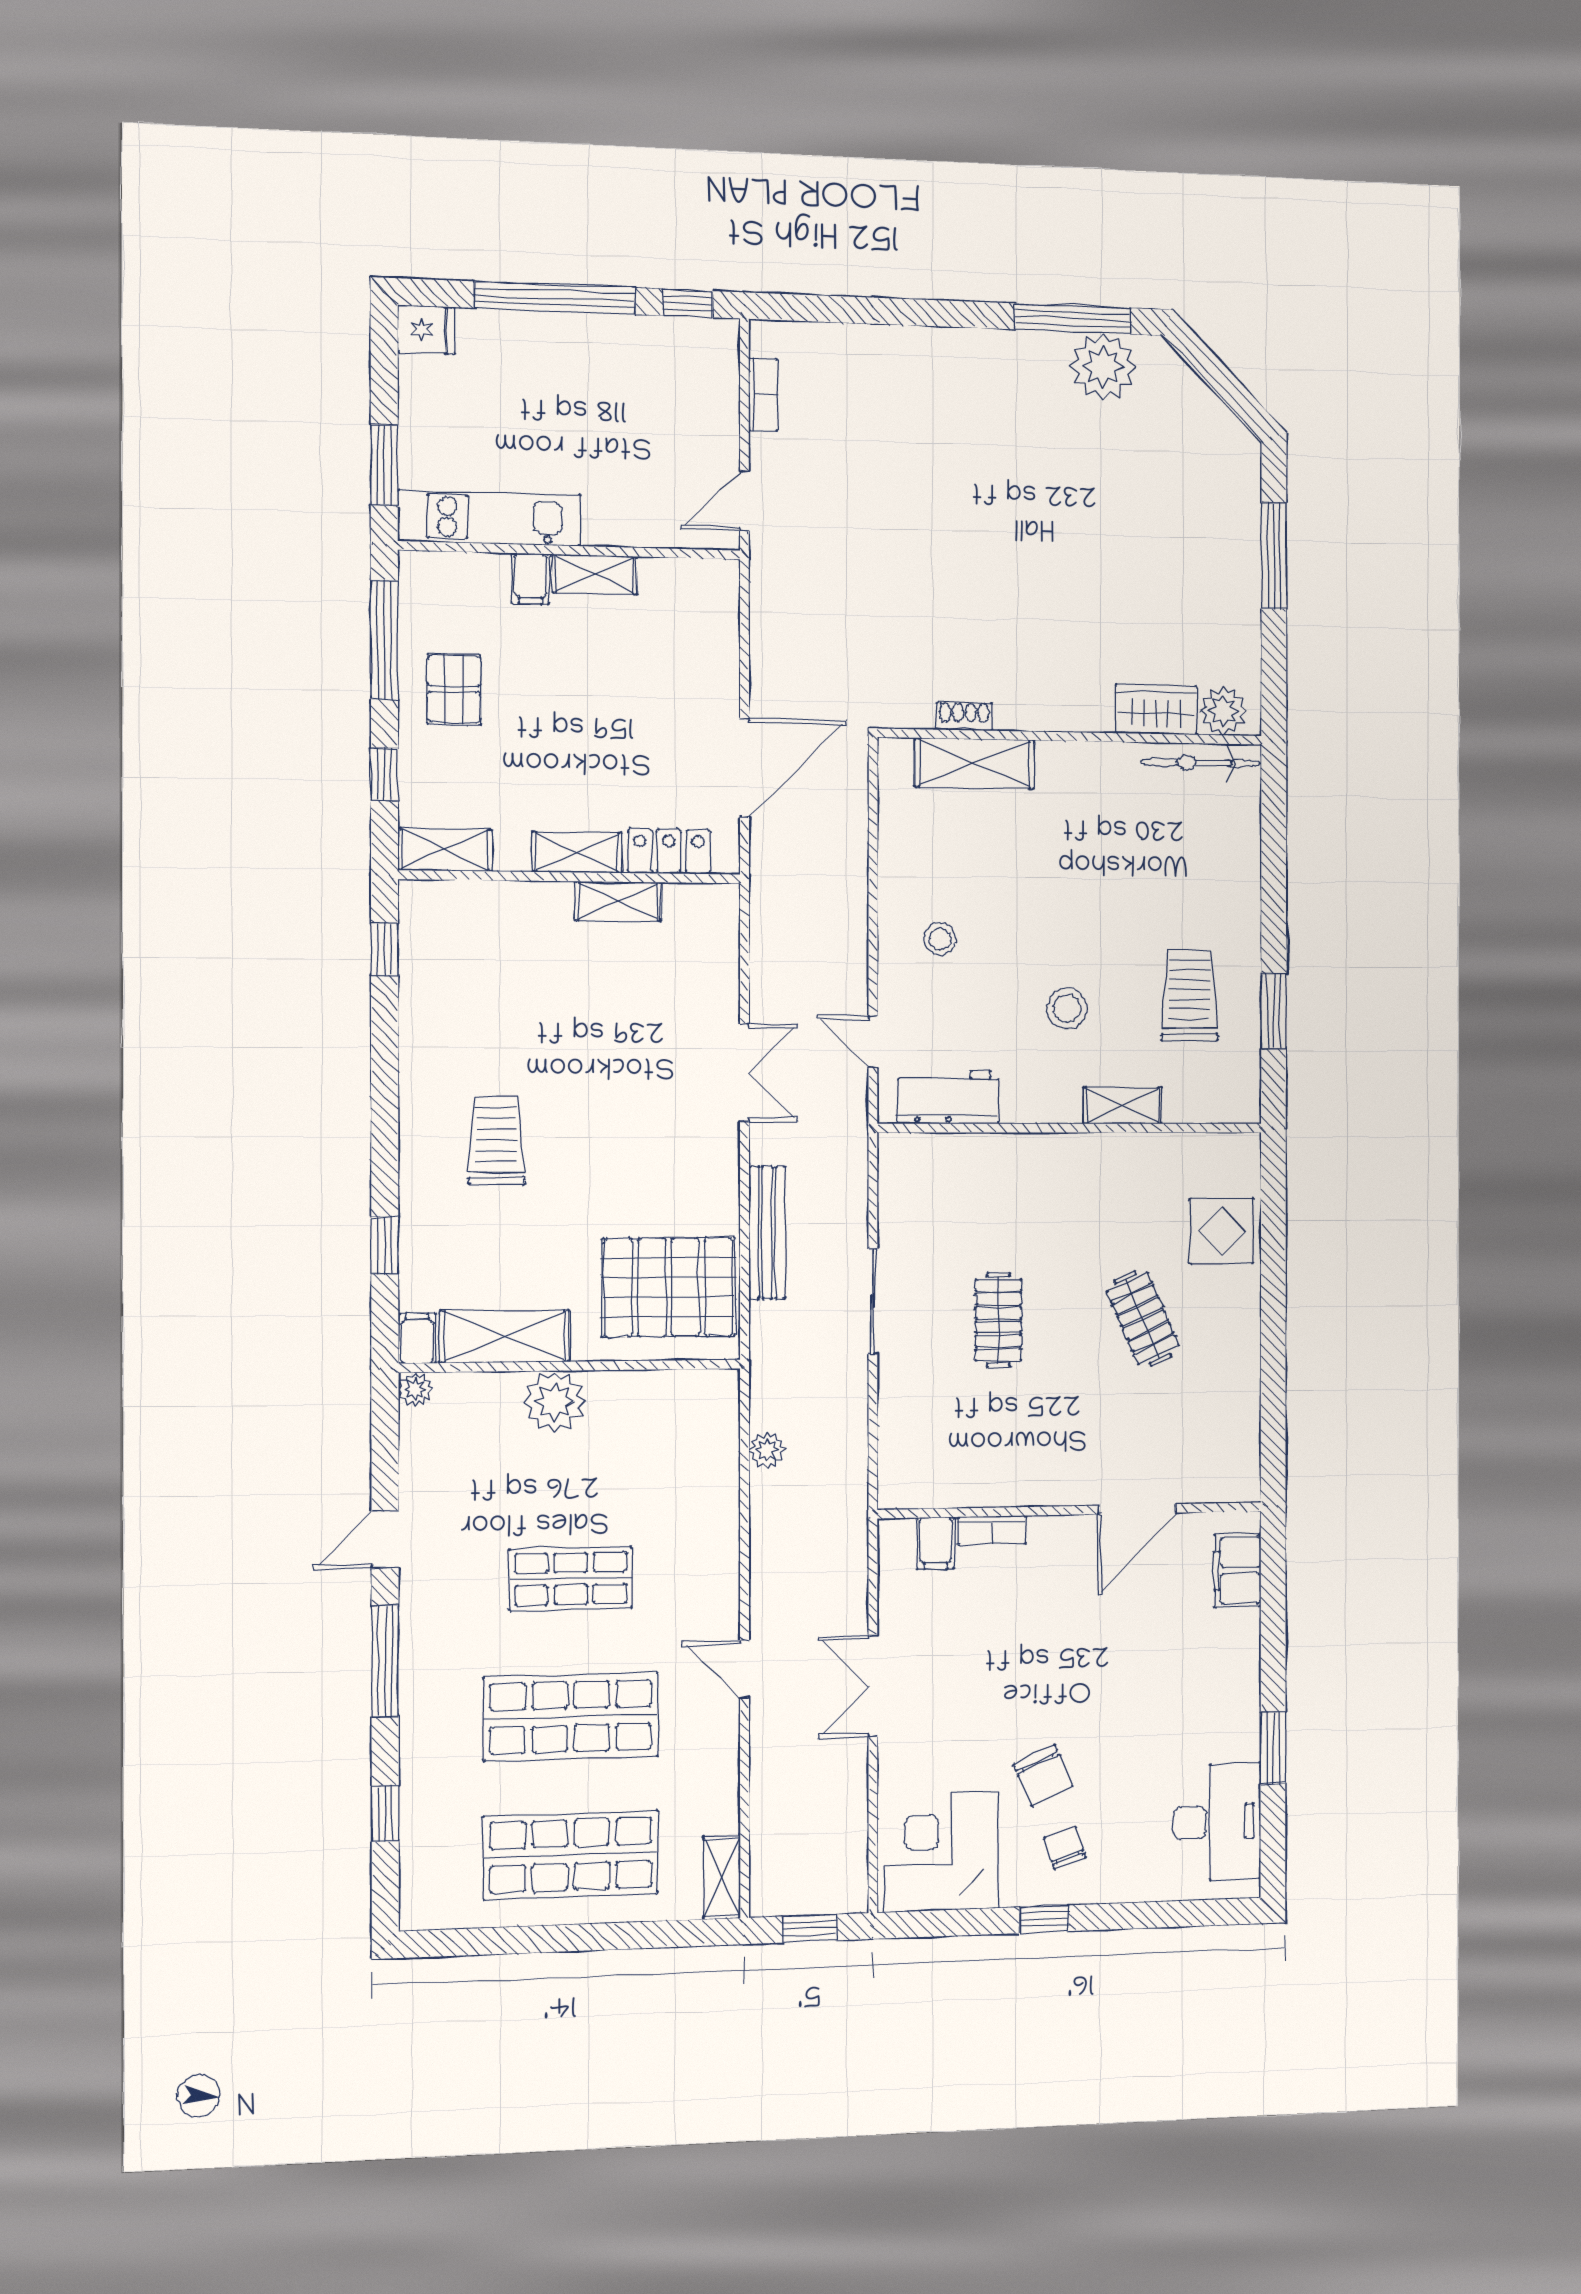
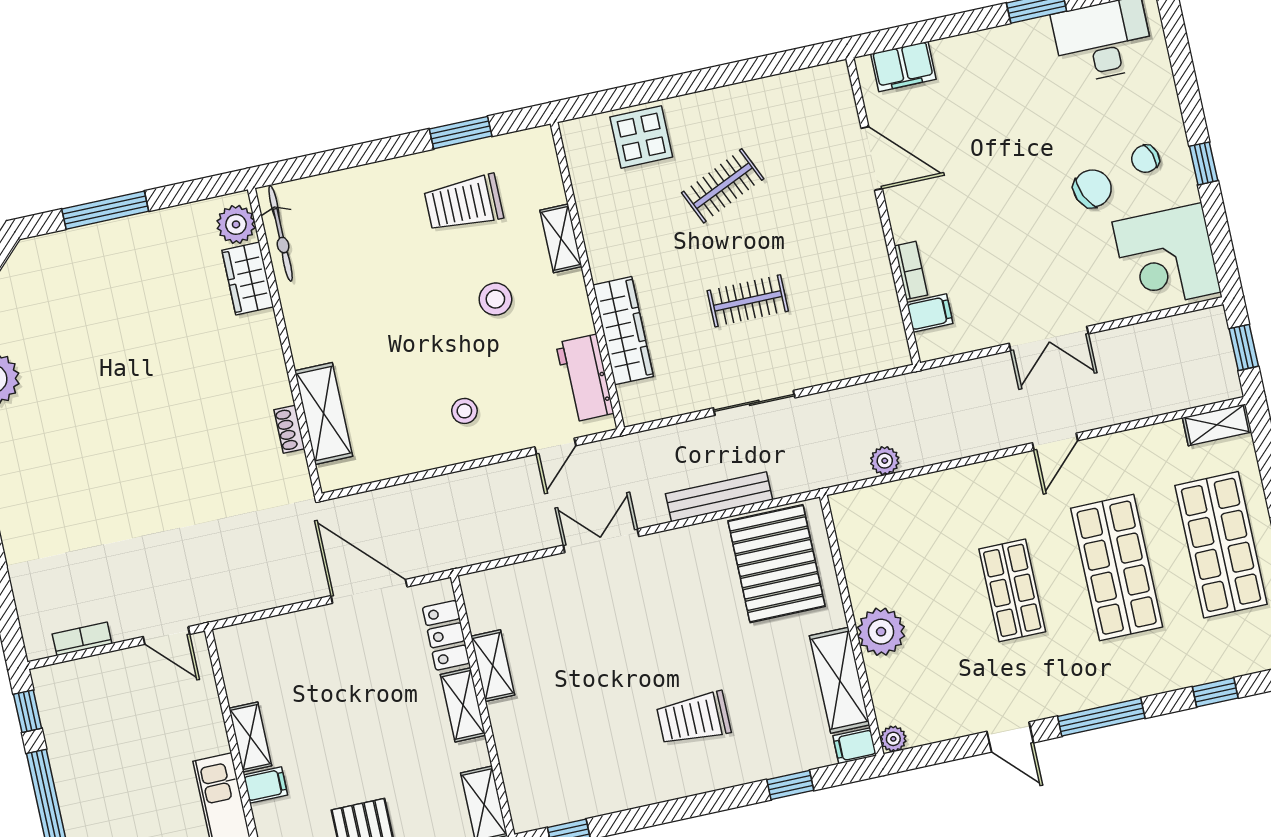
wardrobe: (995, 1157) -> (623, 331), added

